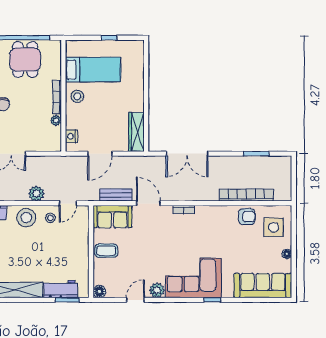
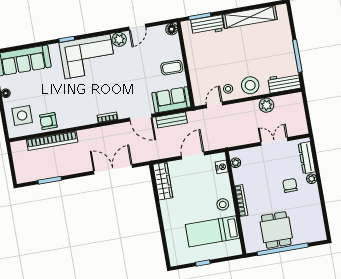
plant: (56, 120) -> (236, 163), moved
plant: (36, 194) -> (266, 105), moved

